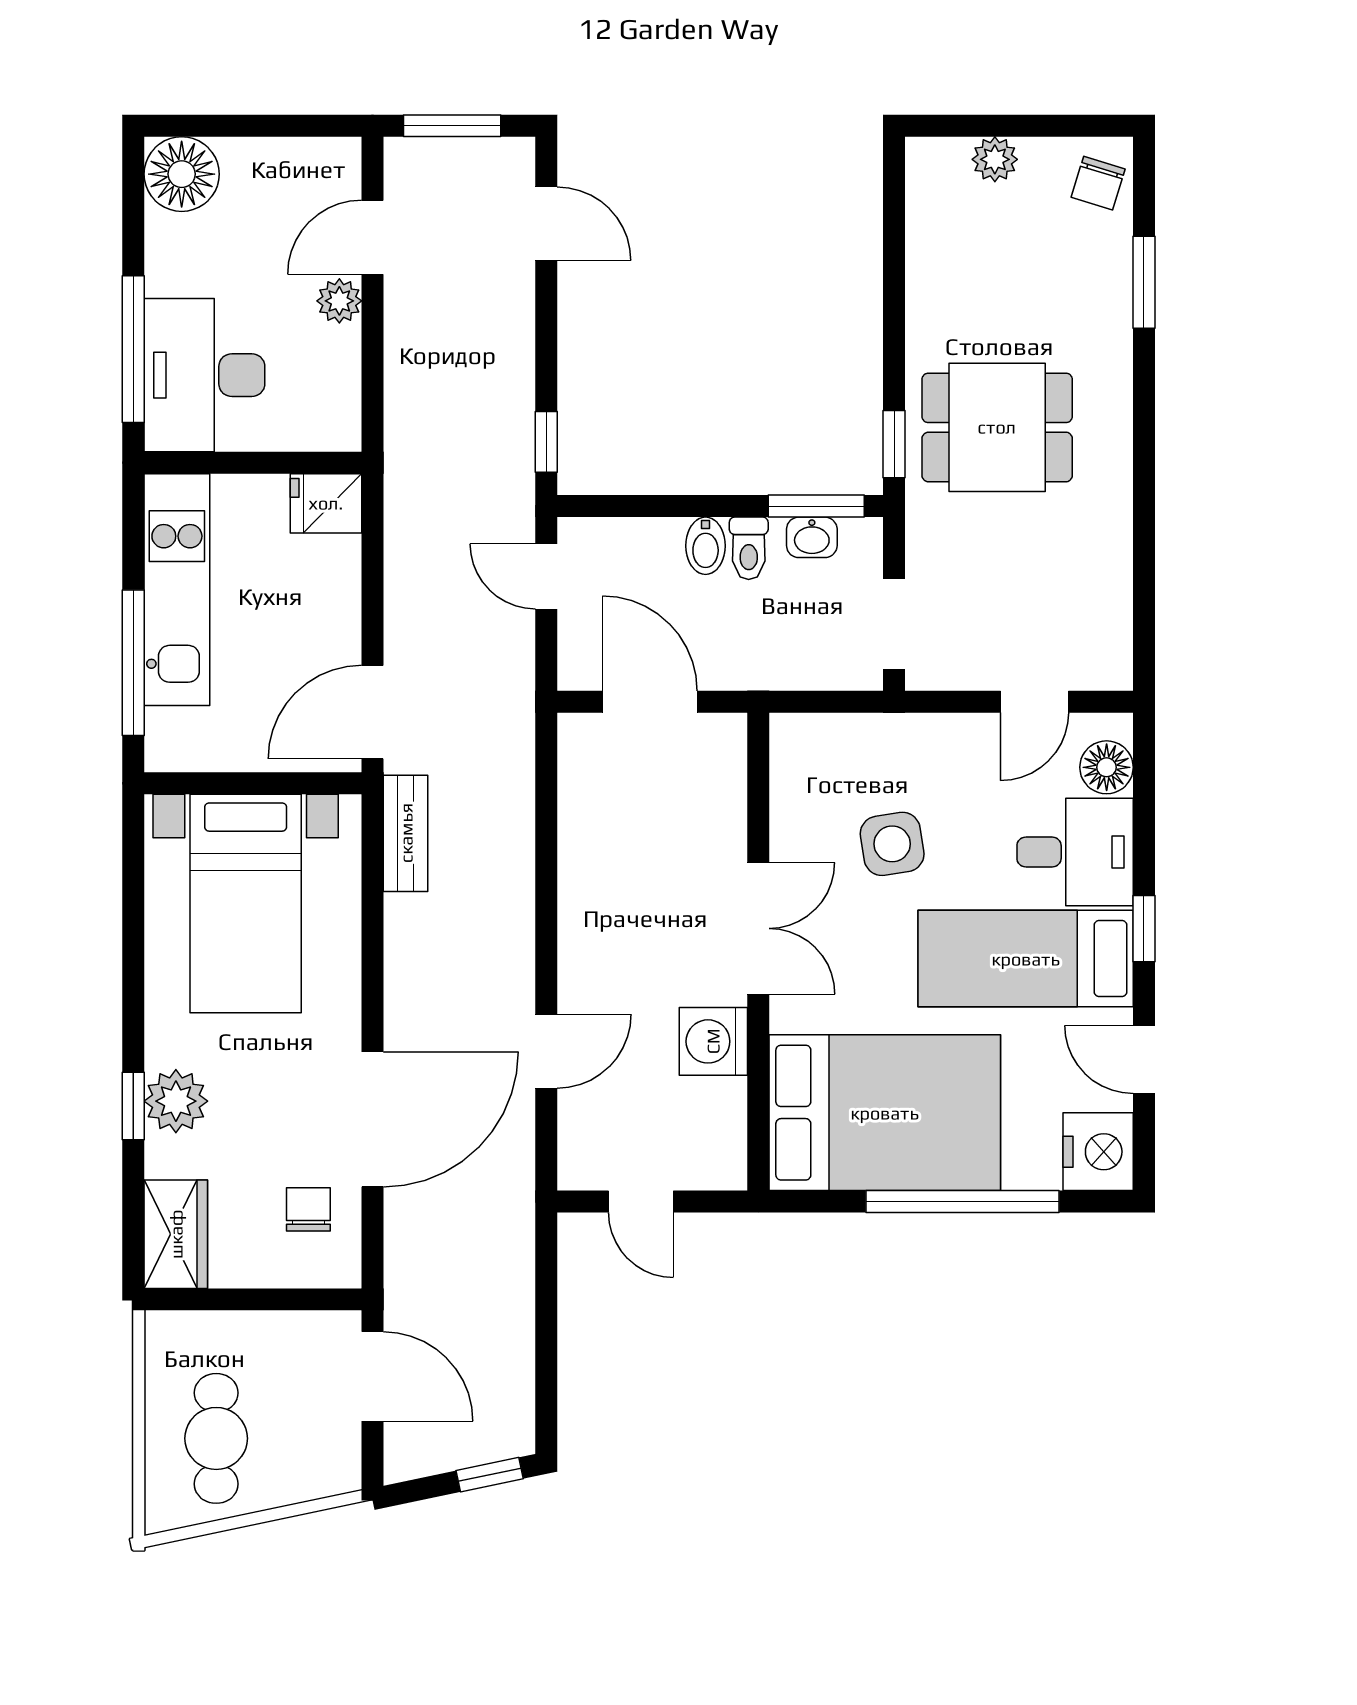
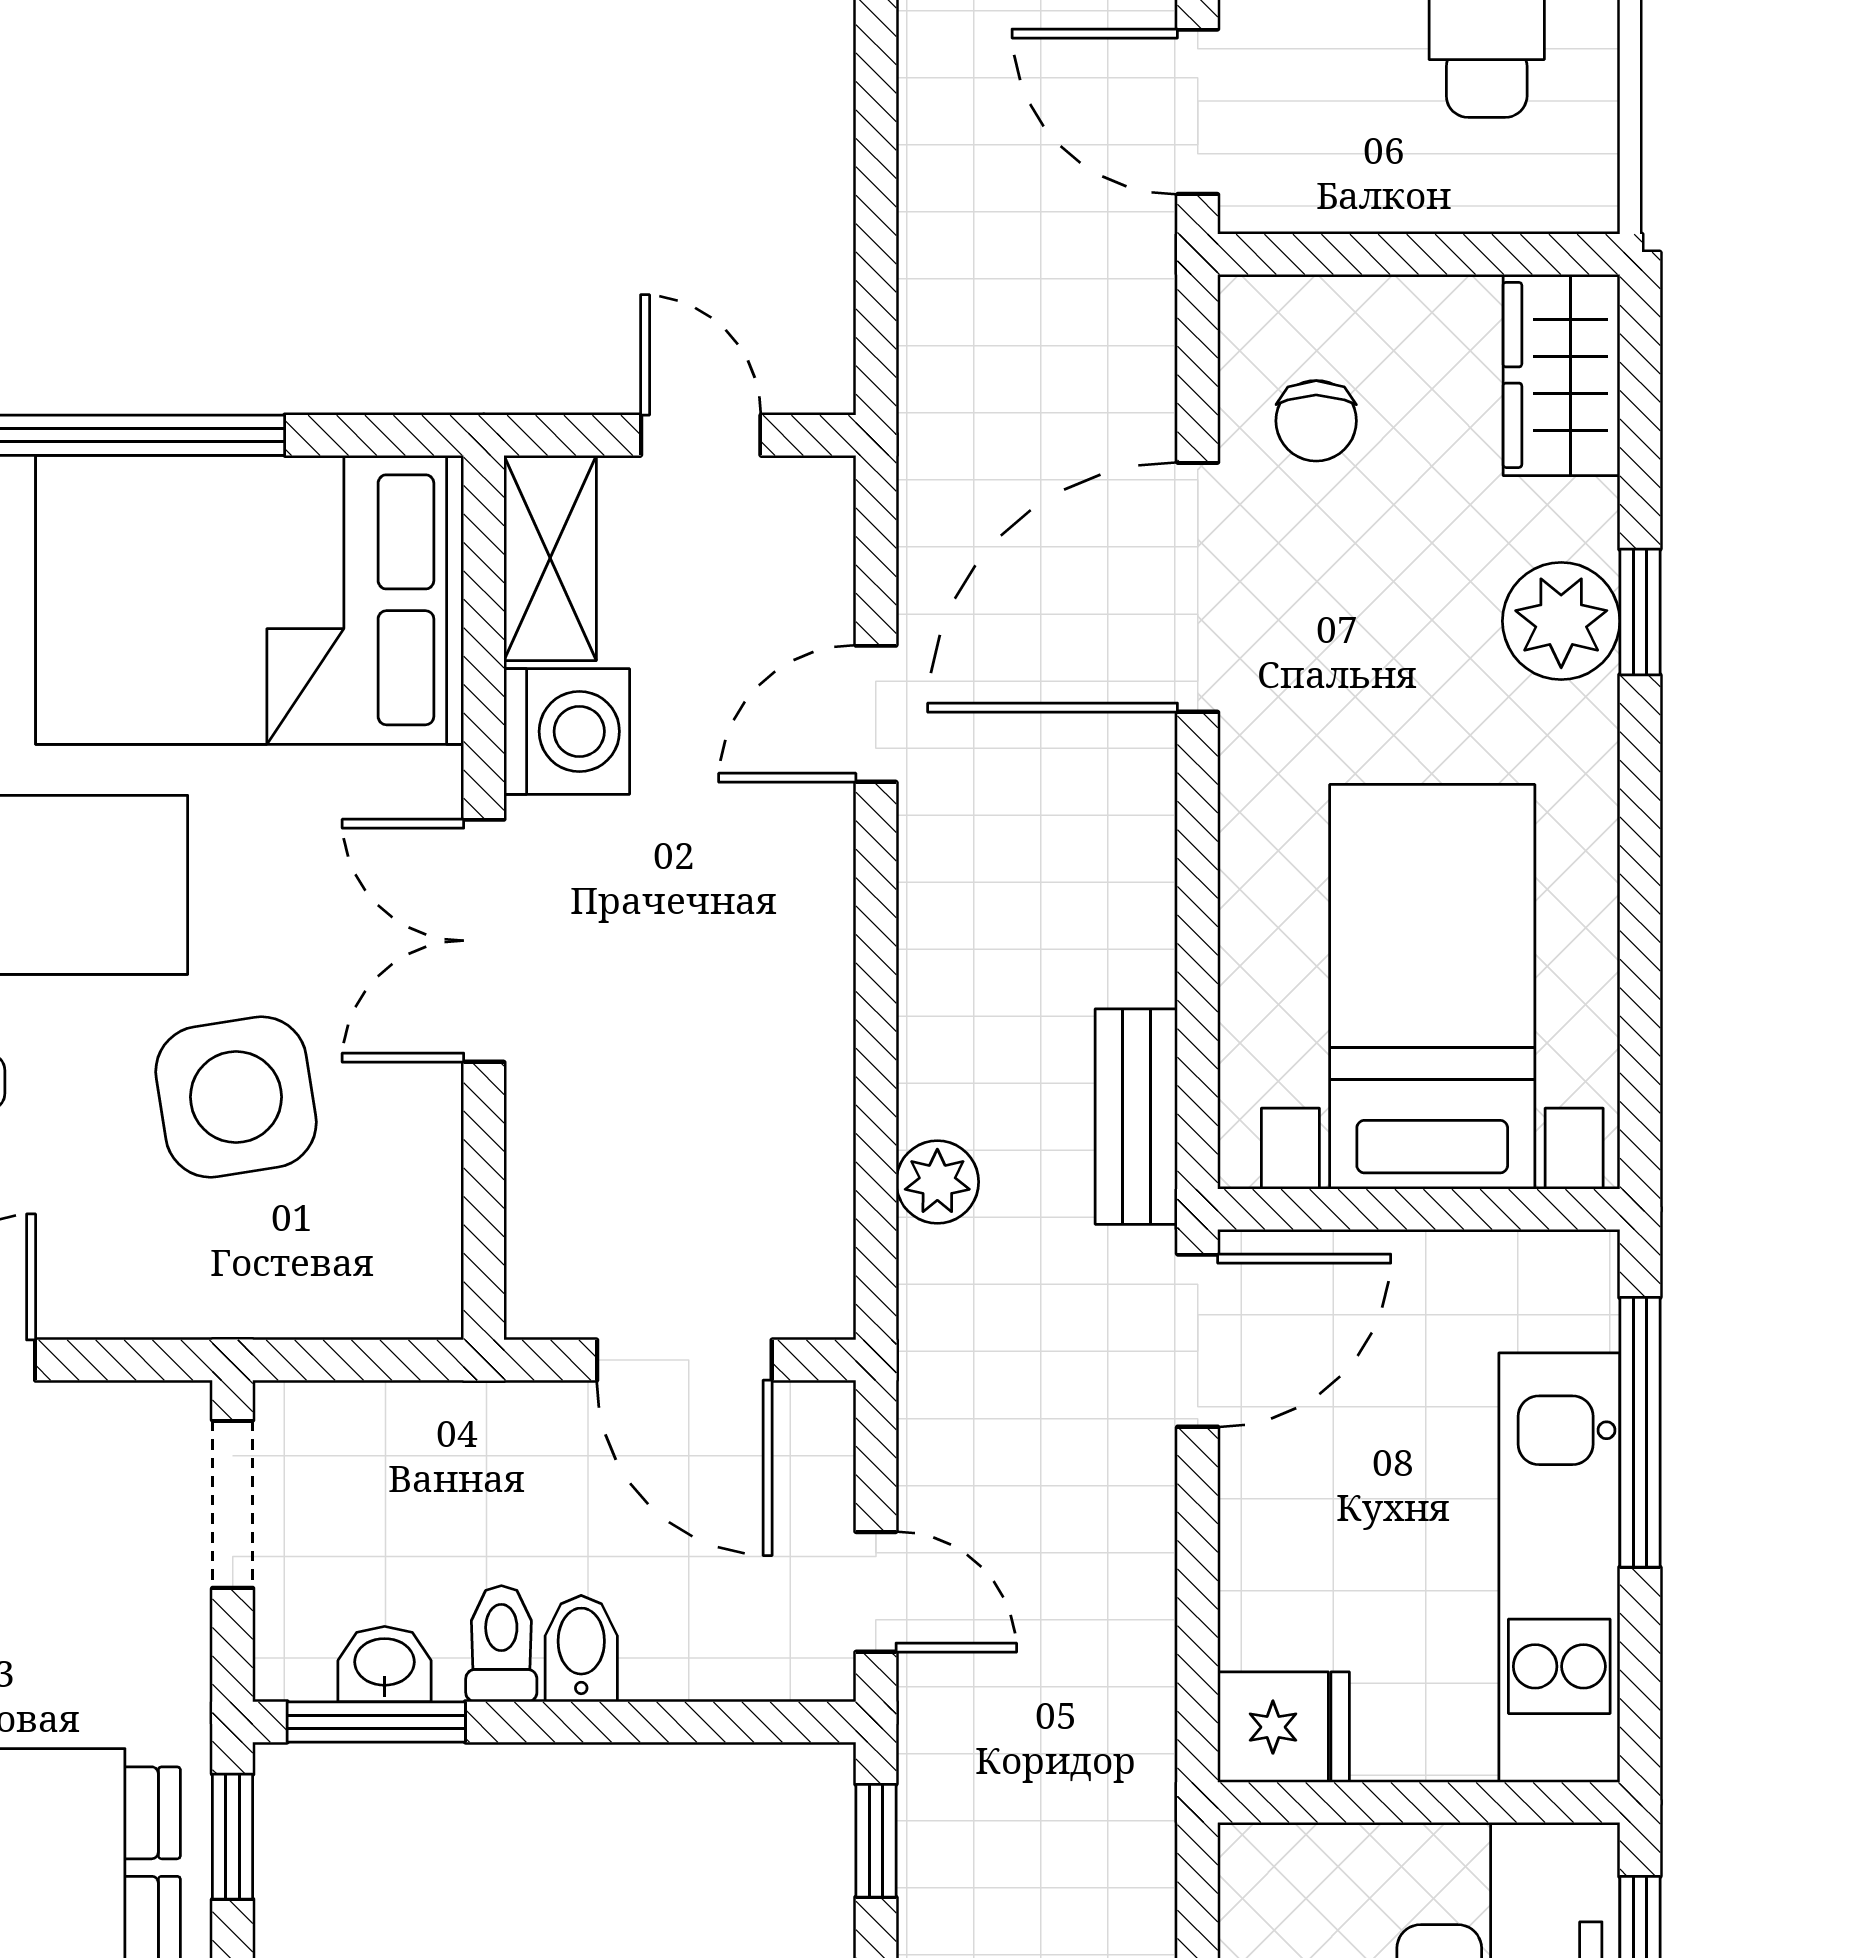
plant: (513, 798) -> (937, 1182), added
side table: (892, 844) -> (236, 1097), width x1.37, depth x1.37
shelving: (722, 1135) -> (550, 558), added

